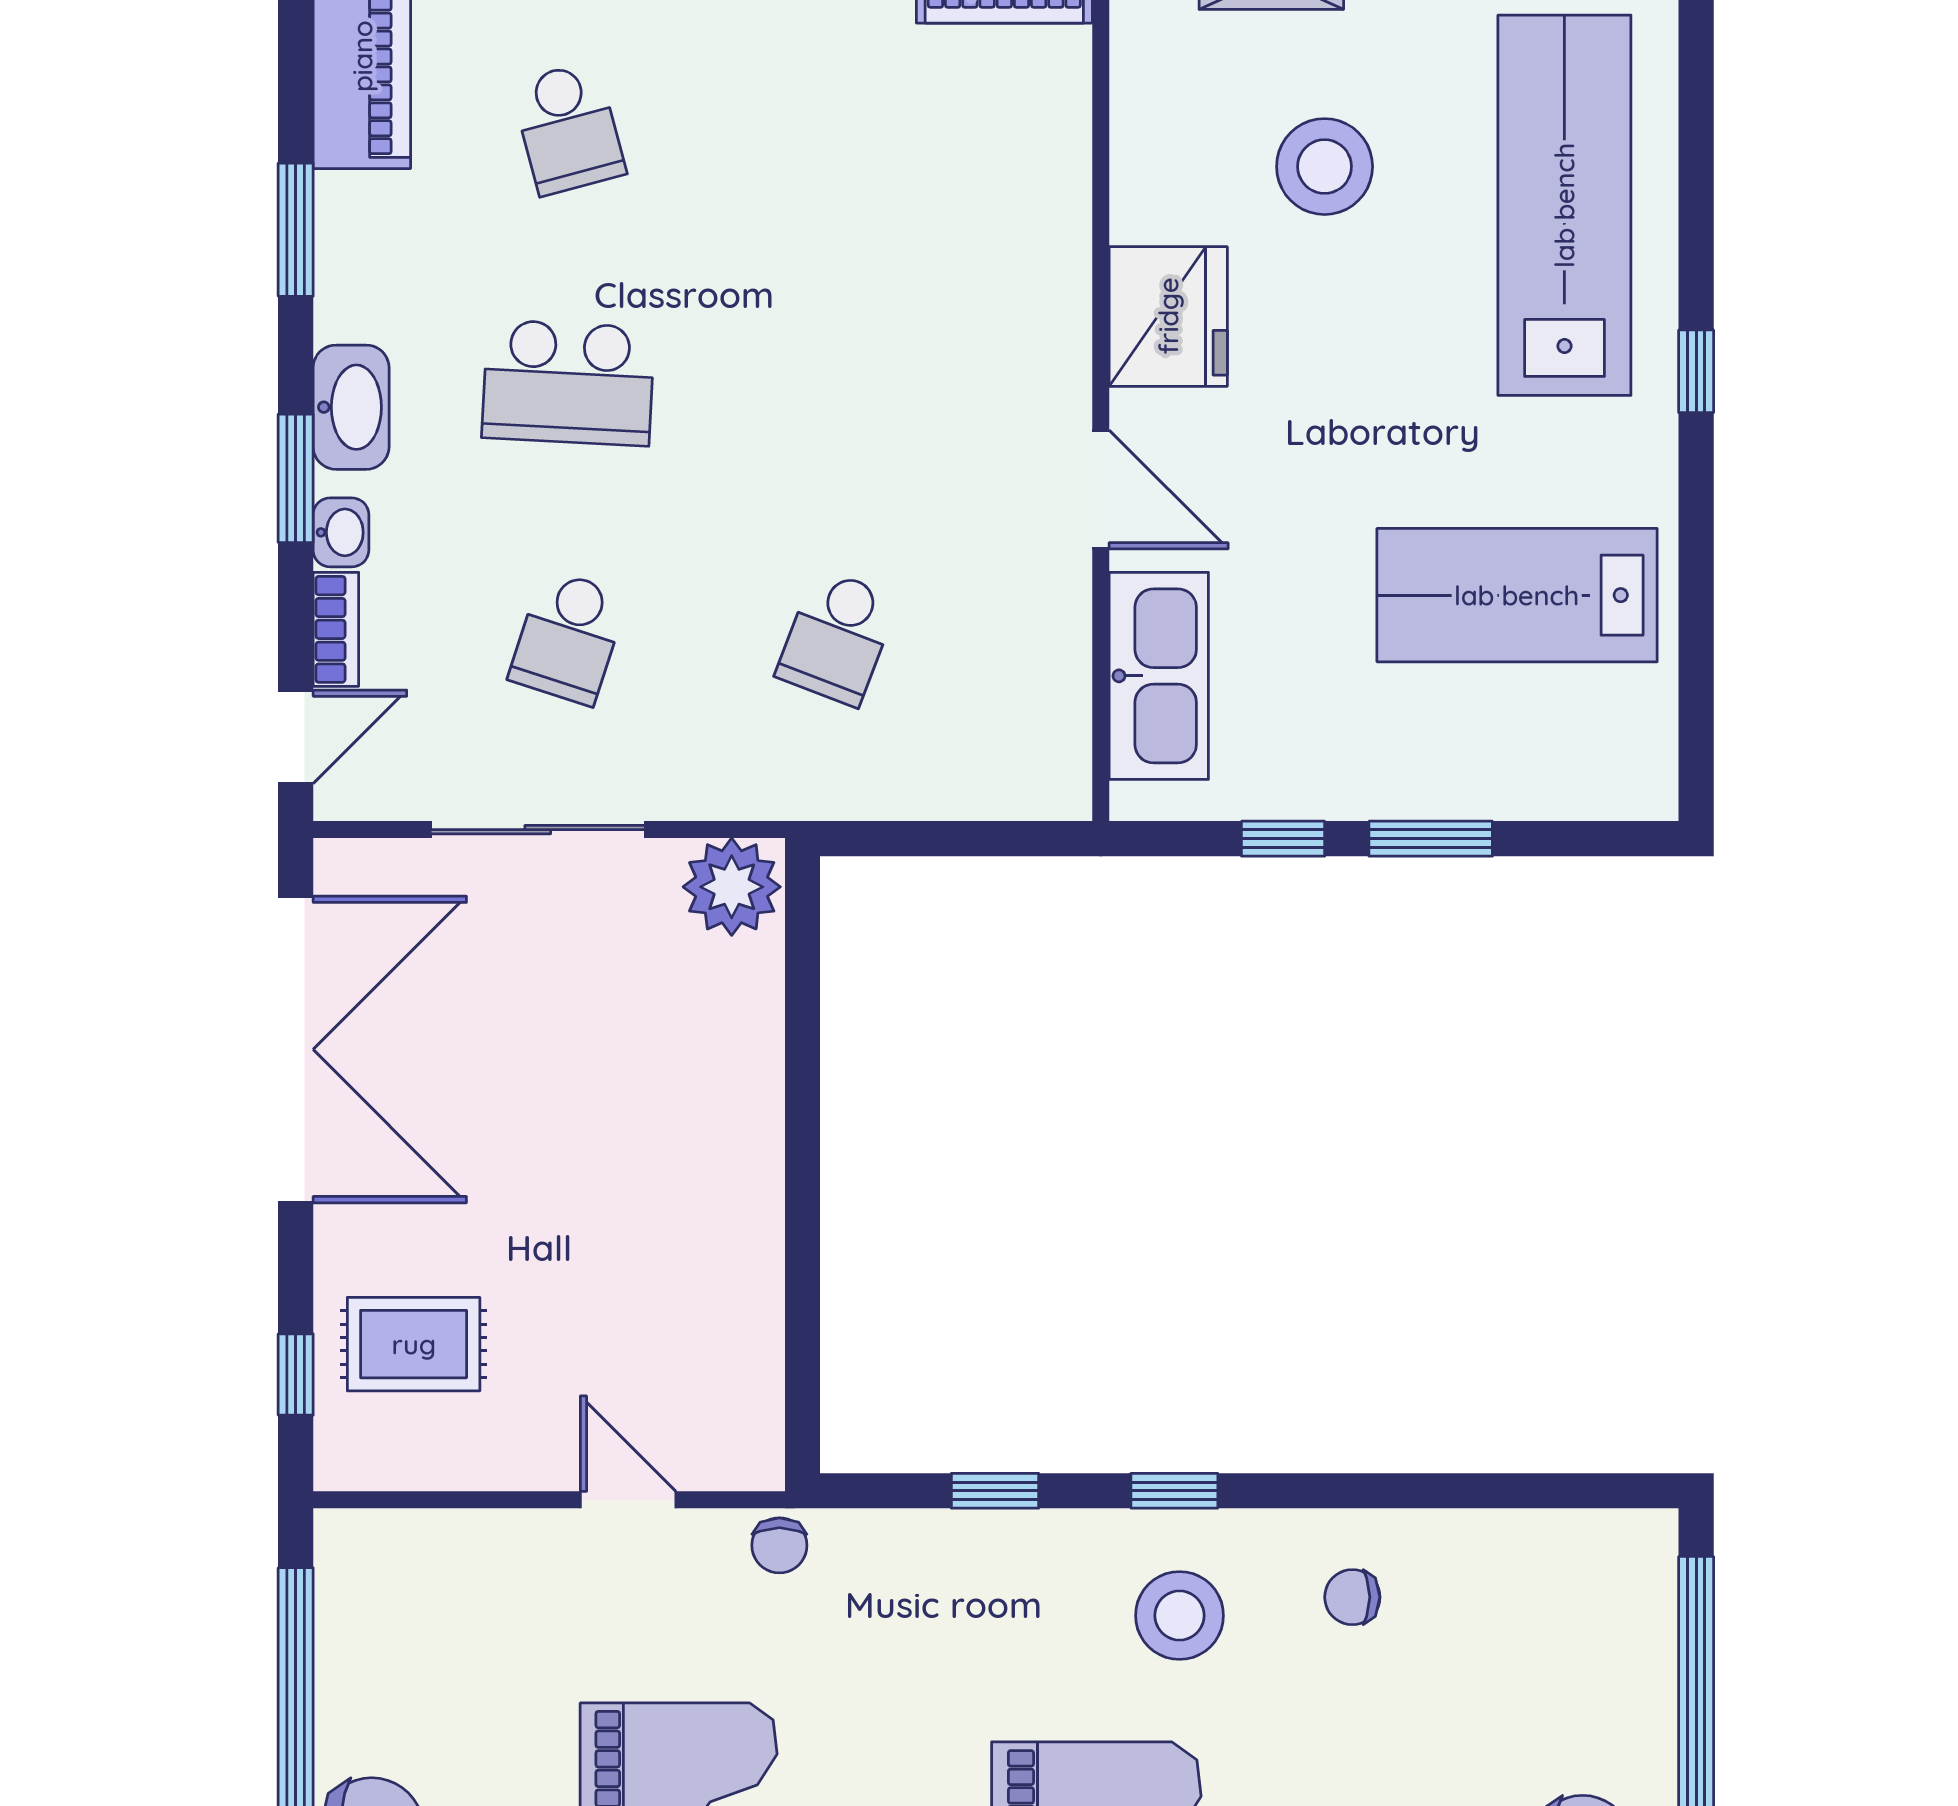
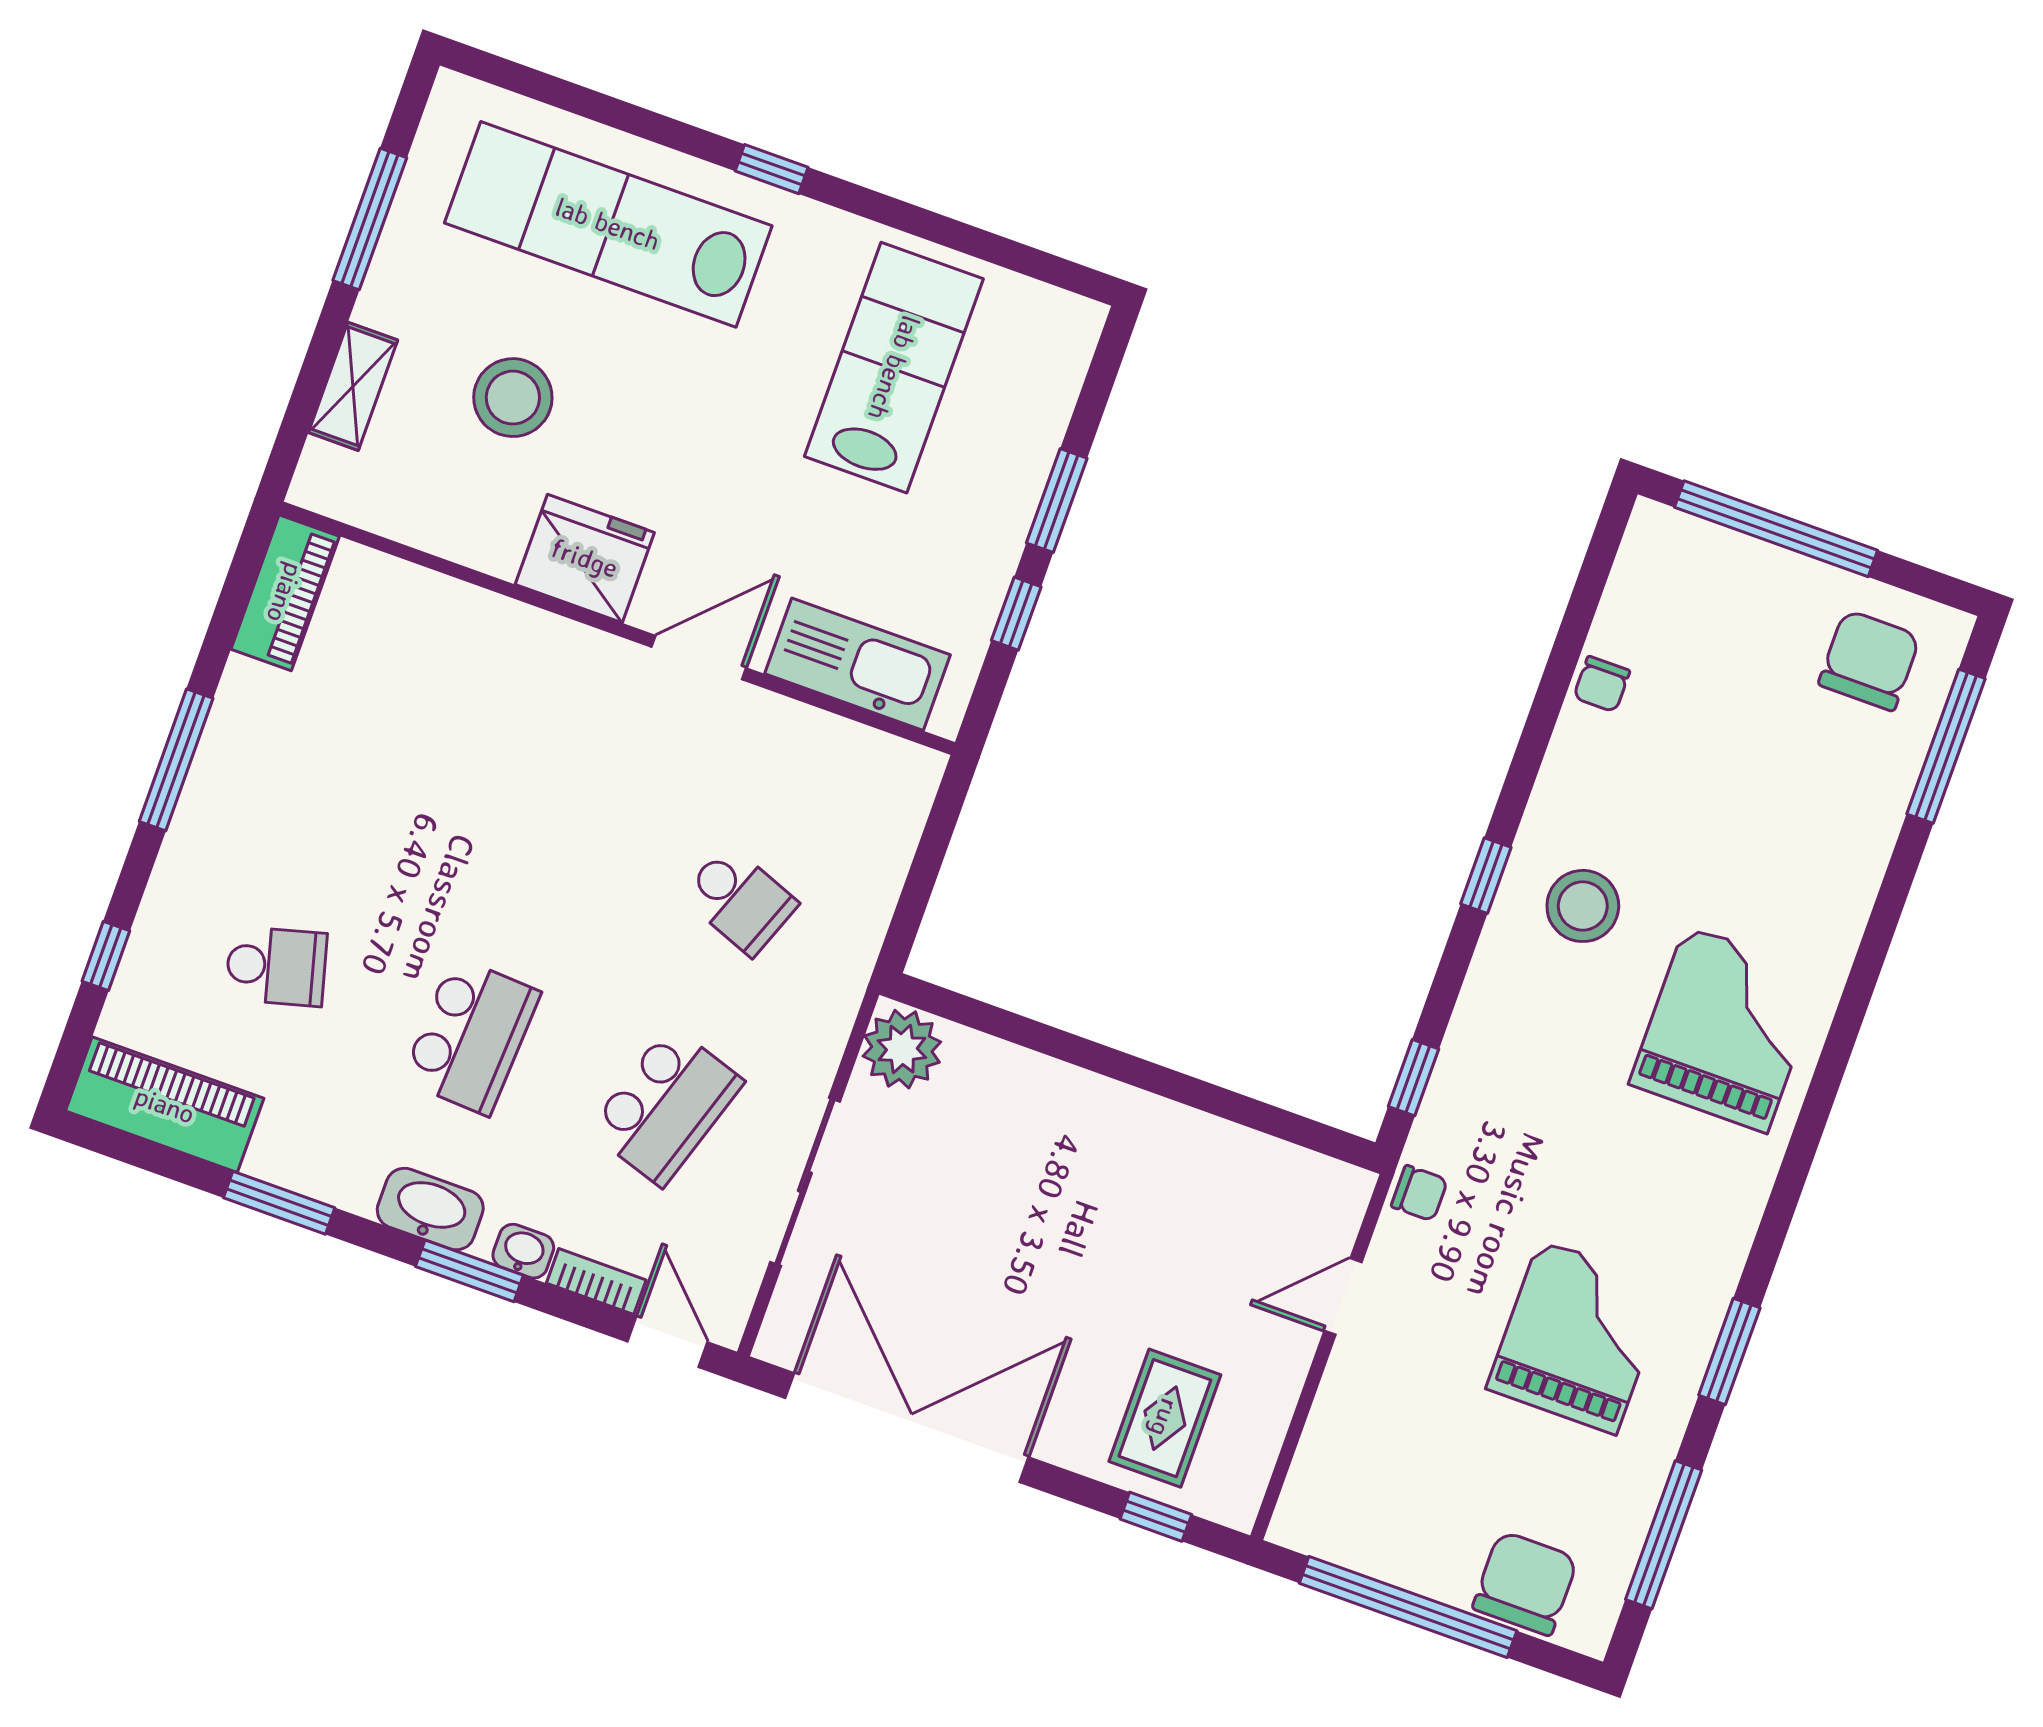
lab bench: (1517, 595) -> (894, 368), turned 180
school desk: (568, 637) -> (666, 1106), width x1.85
window: (995, 1491) -> (1414, 1078), moved
chair: (1352, 1597) -> (1602, 684), moved

